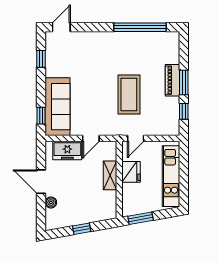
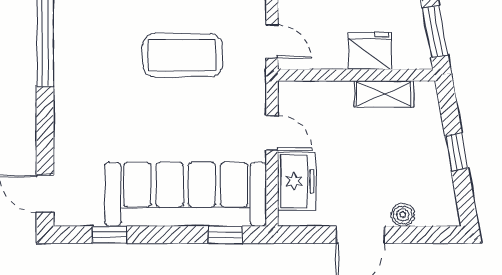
sofa: (58, 107) -> (186, 194), width x1.36, depth x1.27
fridge: (131, 172) -> (370, 51), moved
shelving: (110, 175) -> (384, 94), moved

